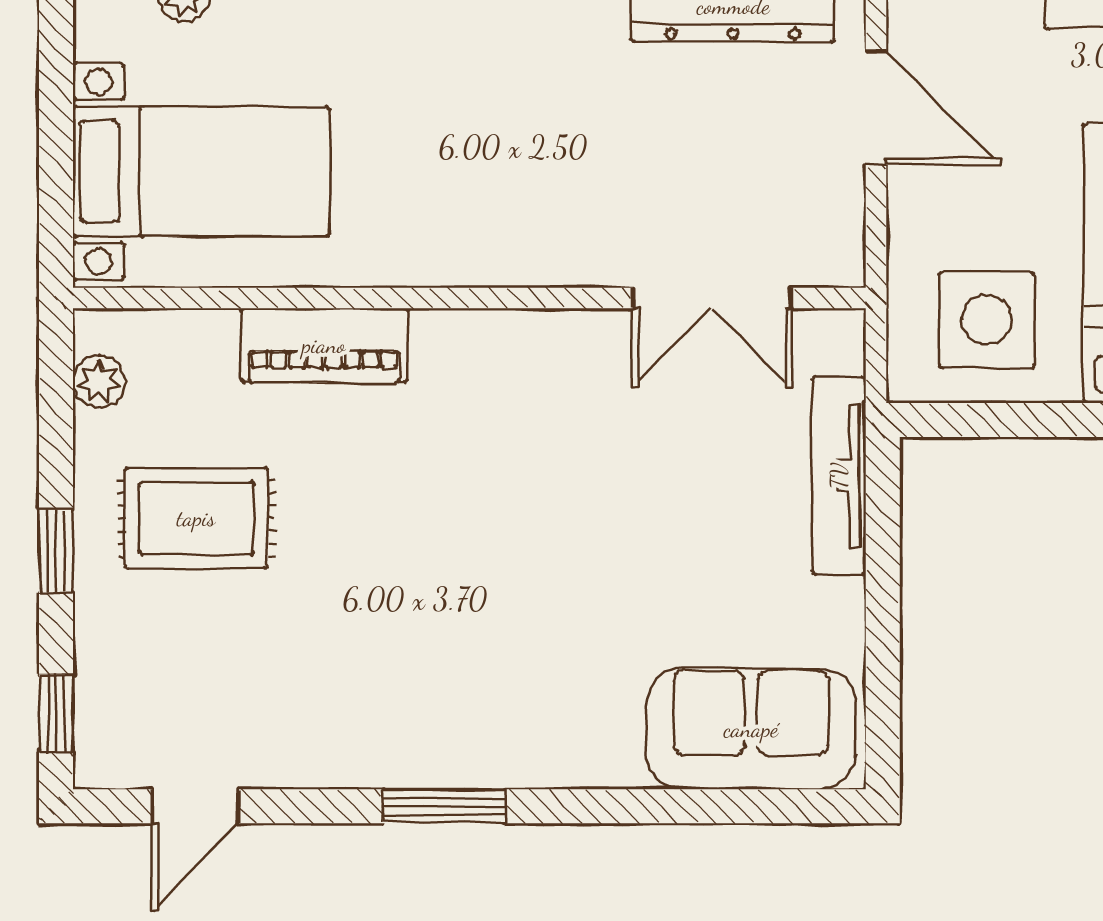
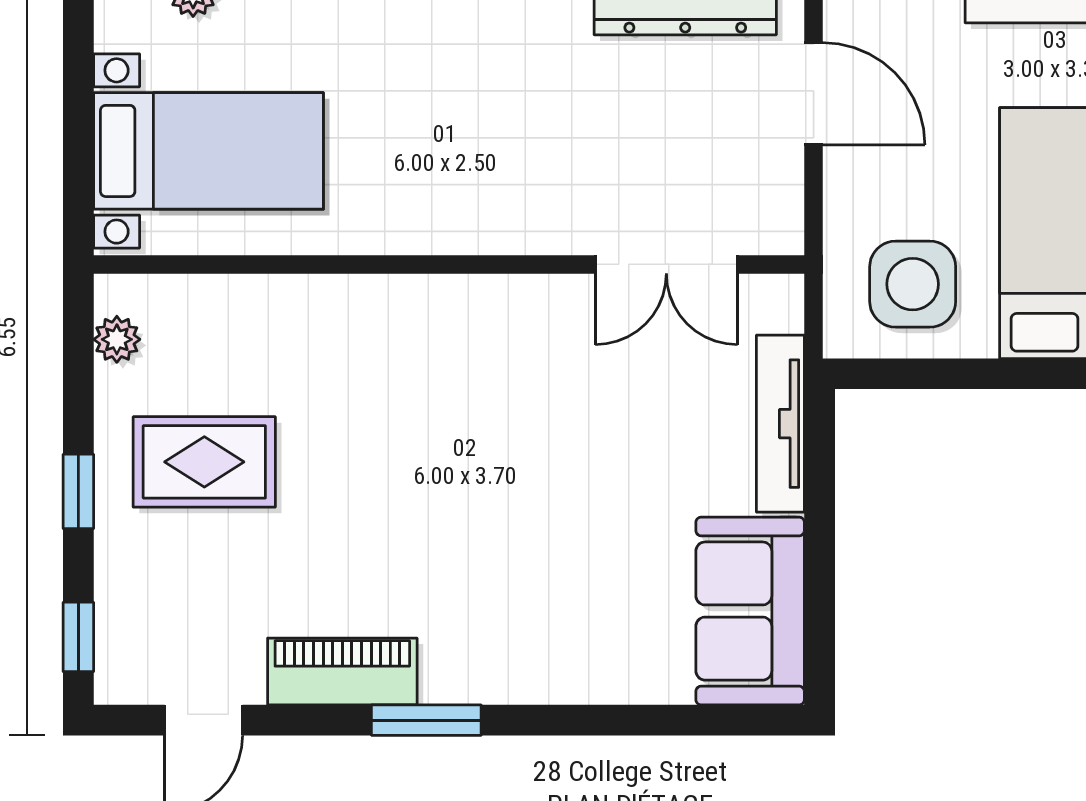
piano: (324, 345) -> (342, 671), moved, turned 180
sofa: (751, 729) -> (750, 611), moved, turned -90

